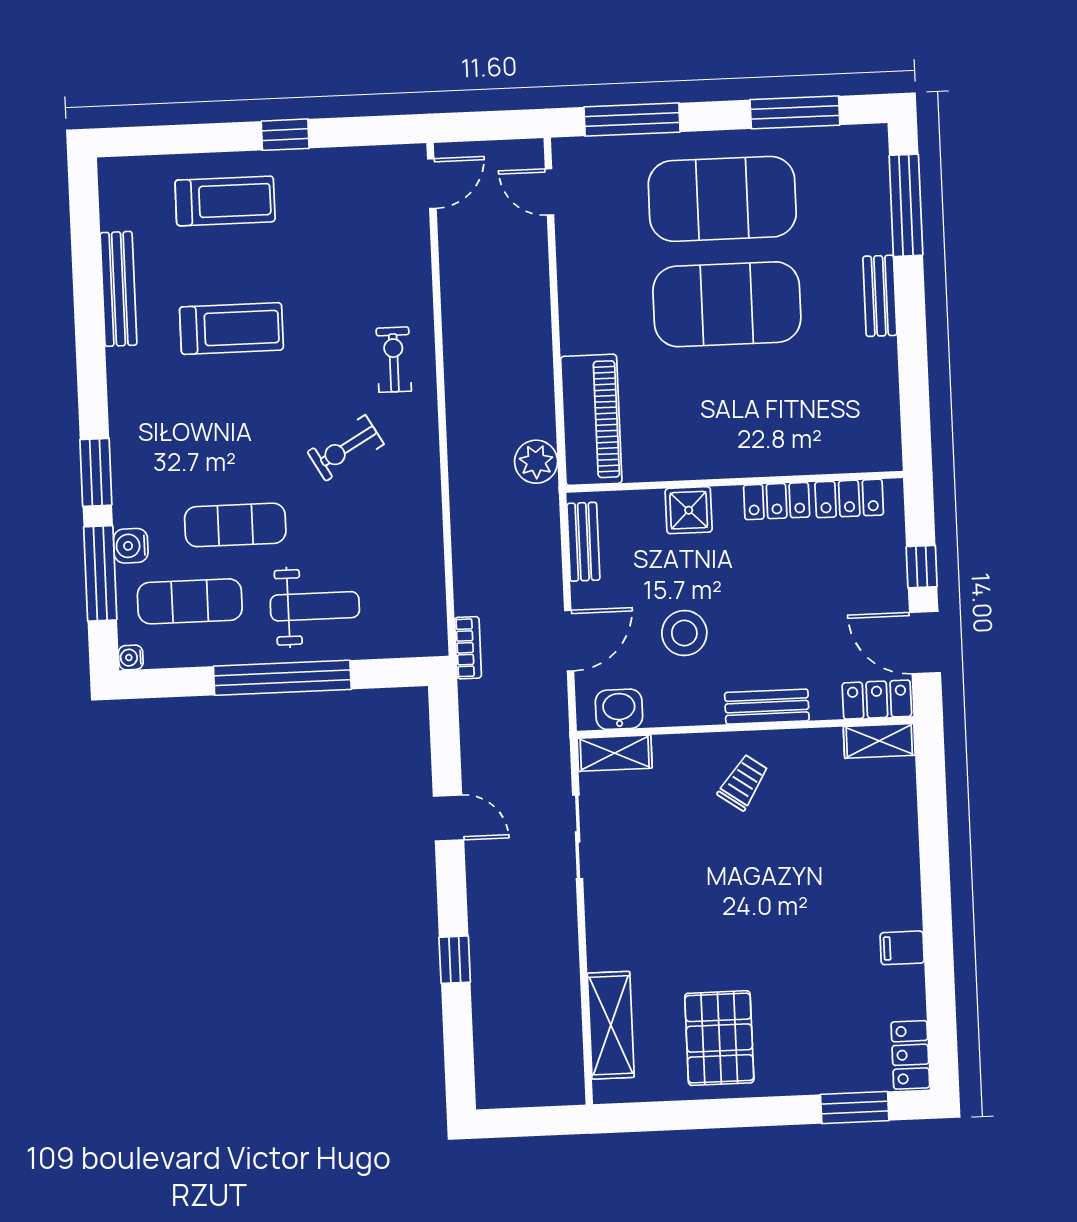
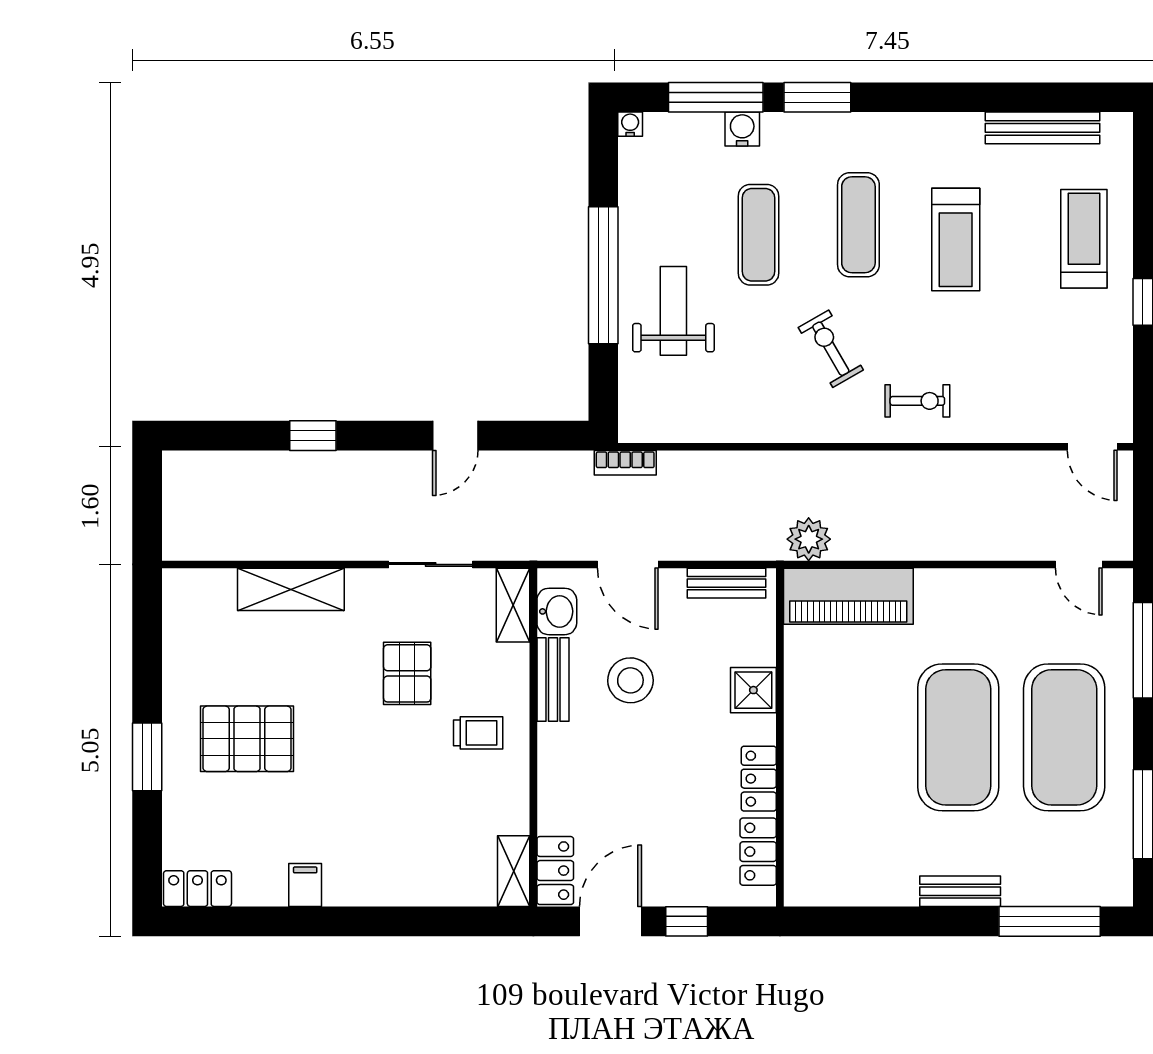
door: (550, 192) -> (1079, 564), swing flipped
treadmill: (225, 201) -> (1084, 239), turned 180
bench: (119, 289) -> (1043, 128), moved
exercise mat: (190, 601) -> (858, 225), moved
weight bench: (315, 606) -> (673, 311), turned 180
bench: (767, 707) -> (553, 680), moved
trolley: (743, 782) -> (478, 733), turned -35
pallet: (687, 856) -> (407, 673), added
shelving: (611, 1025) -> (291, 589), moved
pallet: (719, 1038) -> (247, 739), moved
window: (855, 1108) -> (147, 757), moved

